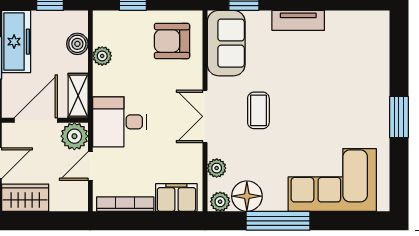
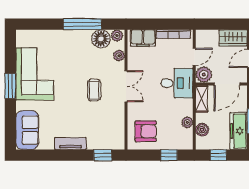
sofa: (226, 43) -> (27, 130), moved, turned 180
corner sofa: (332, 180) -> (35, 74), moved, turned -90

